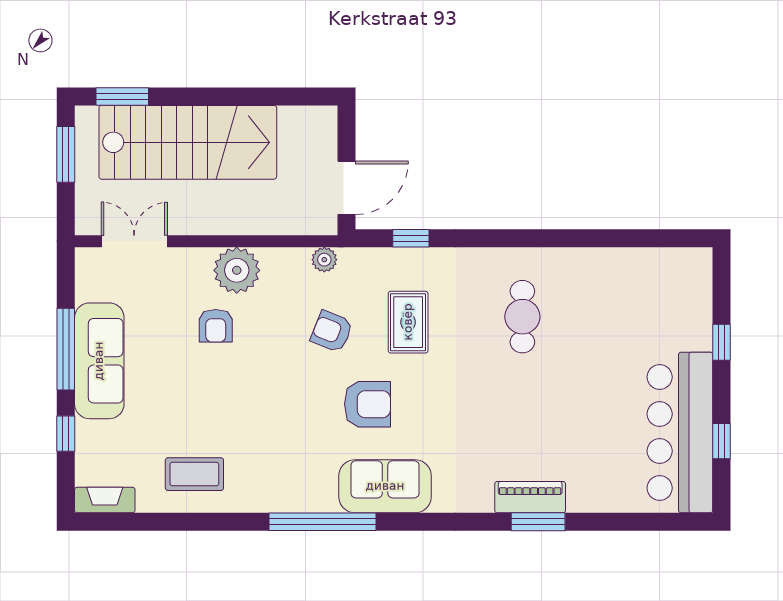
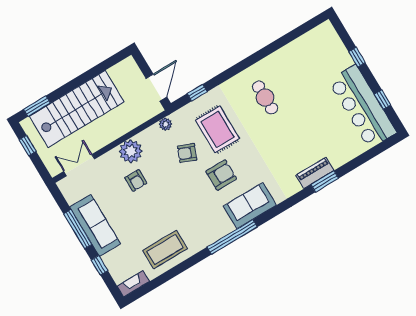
window: (66, 154) -> (28, 146), width x0.67
rug: (408, 322) -> (217, 129), width x1.36, depth x1.43
coffee table: (194, 474) -> (165, 250), width x1.36, depth x1.32

